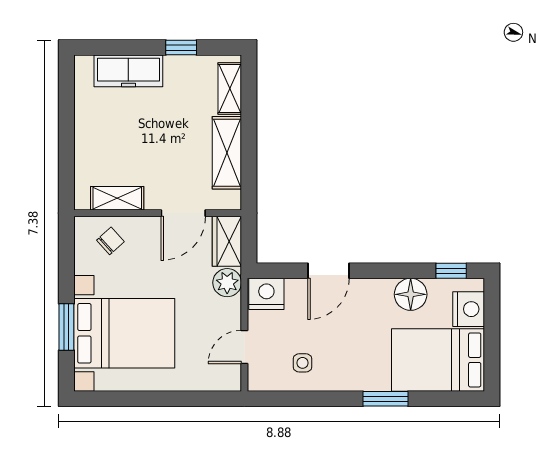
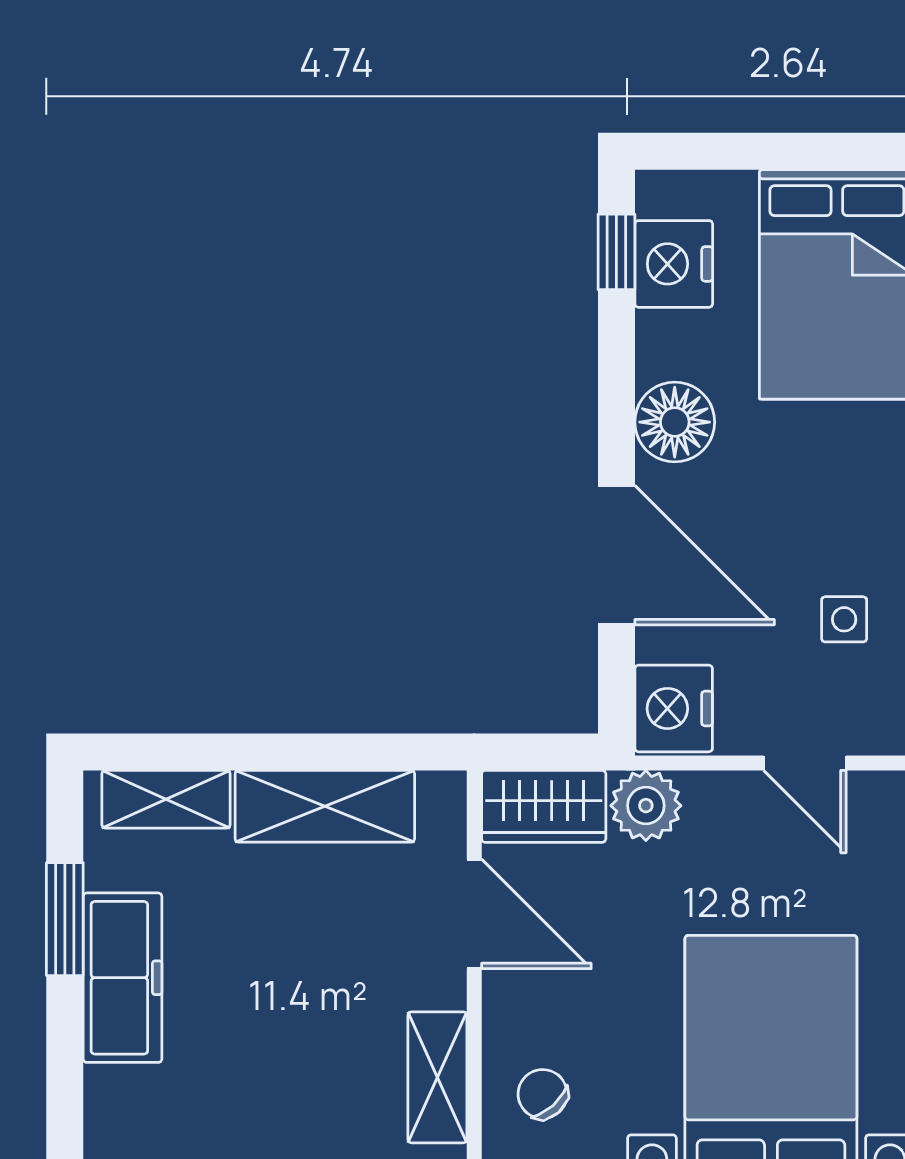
window: (181, 48) -> (65, 919), width x1.50
freezer: (128, 71) -> (123, 978), moved
door: (328, 271) -> (616, 555), width x1.36
floor lamp: (411, 294) -> (675, 422), moved
nightstand: (469, 309) -> (674, 264), moved, turned -90

